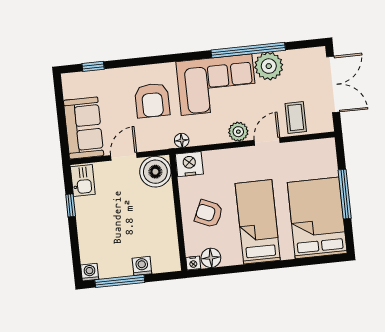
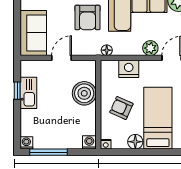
nightstand: (189, 164) -> (129, 69), moved
boiler: (155, 172) -> (84, 93), moved
kitchen sink: (83, 181) -> (28, 93), moved, width x1.38
floor lamp: (211, 258) -> (135, 142), moved
washing machine: (142, 266) -> (89, 142), moved

